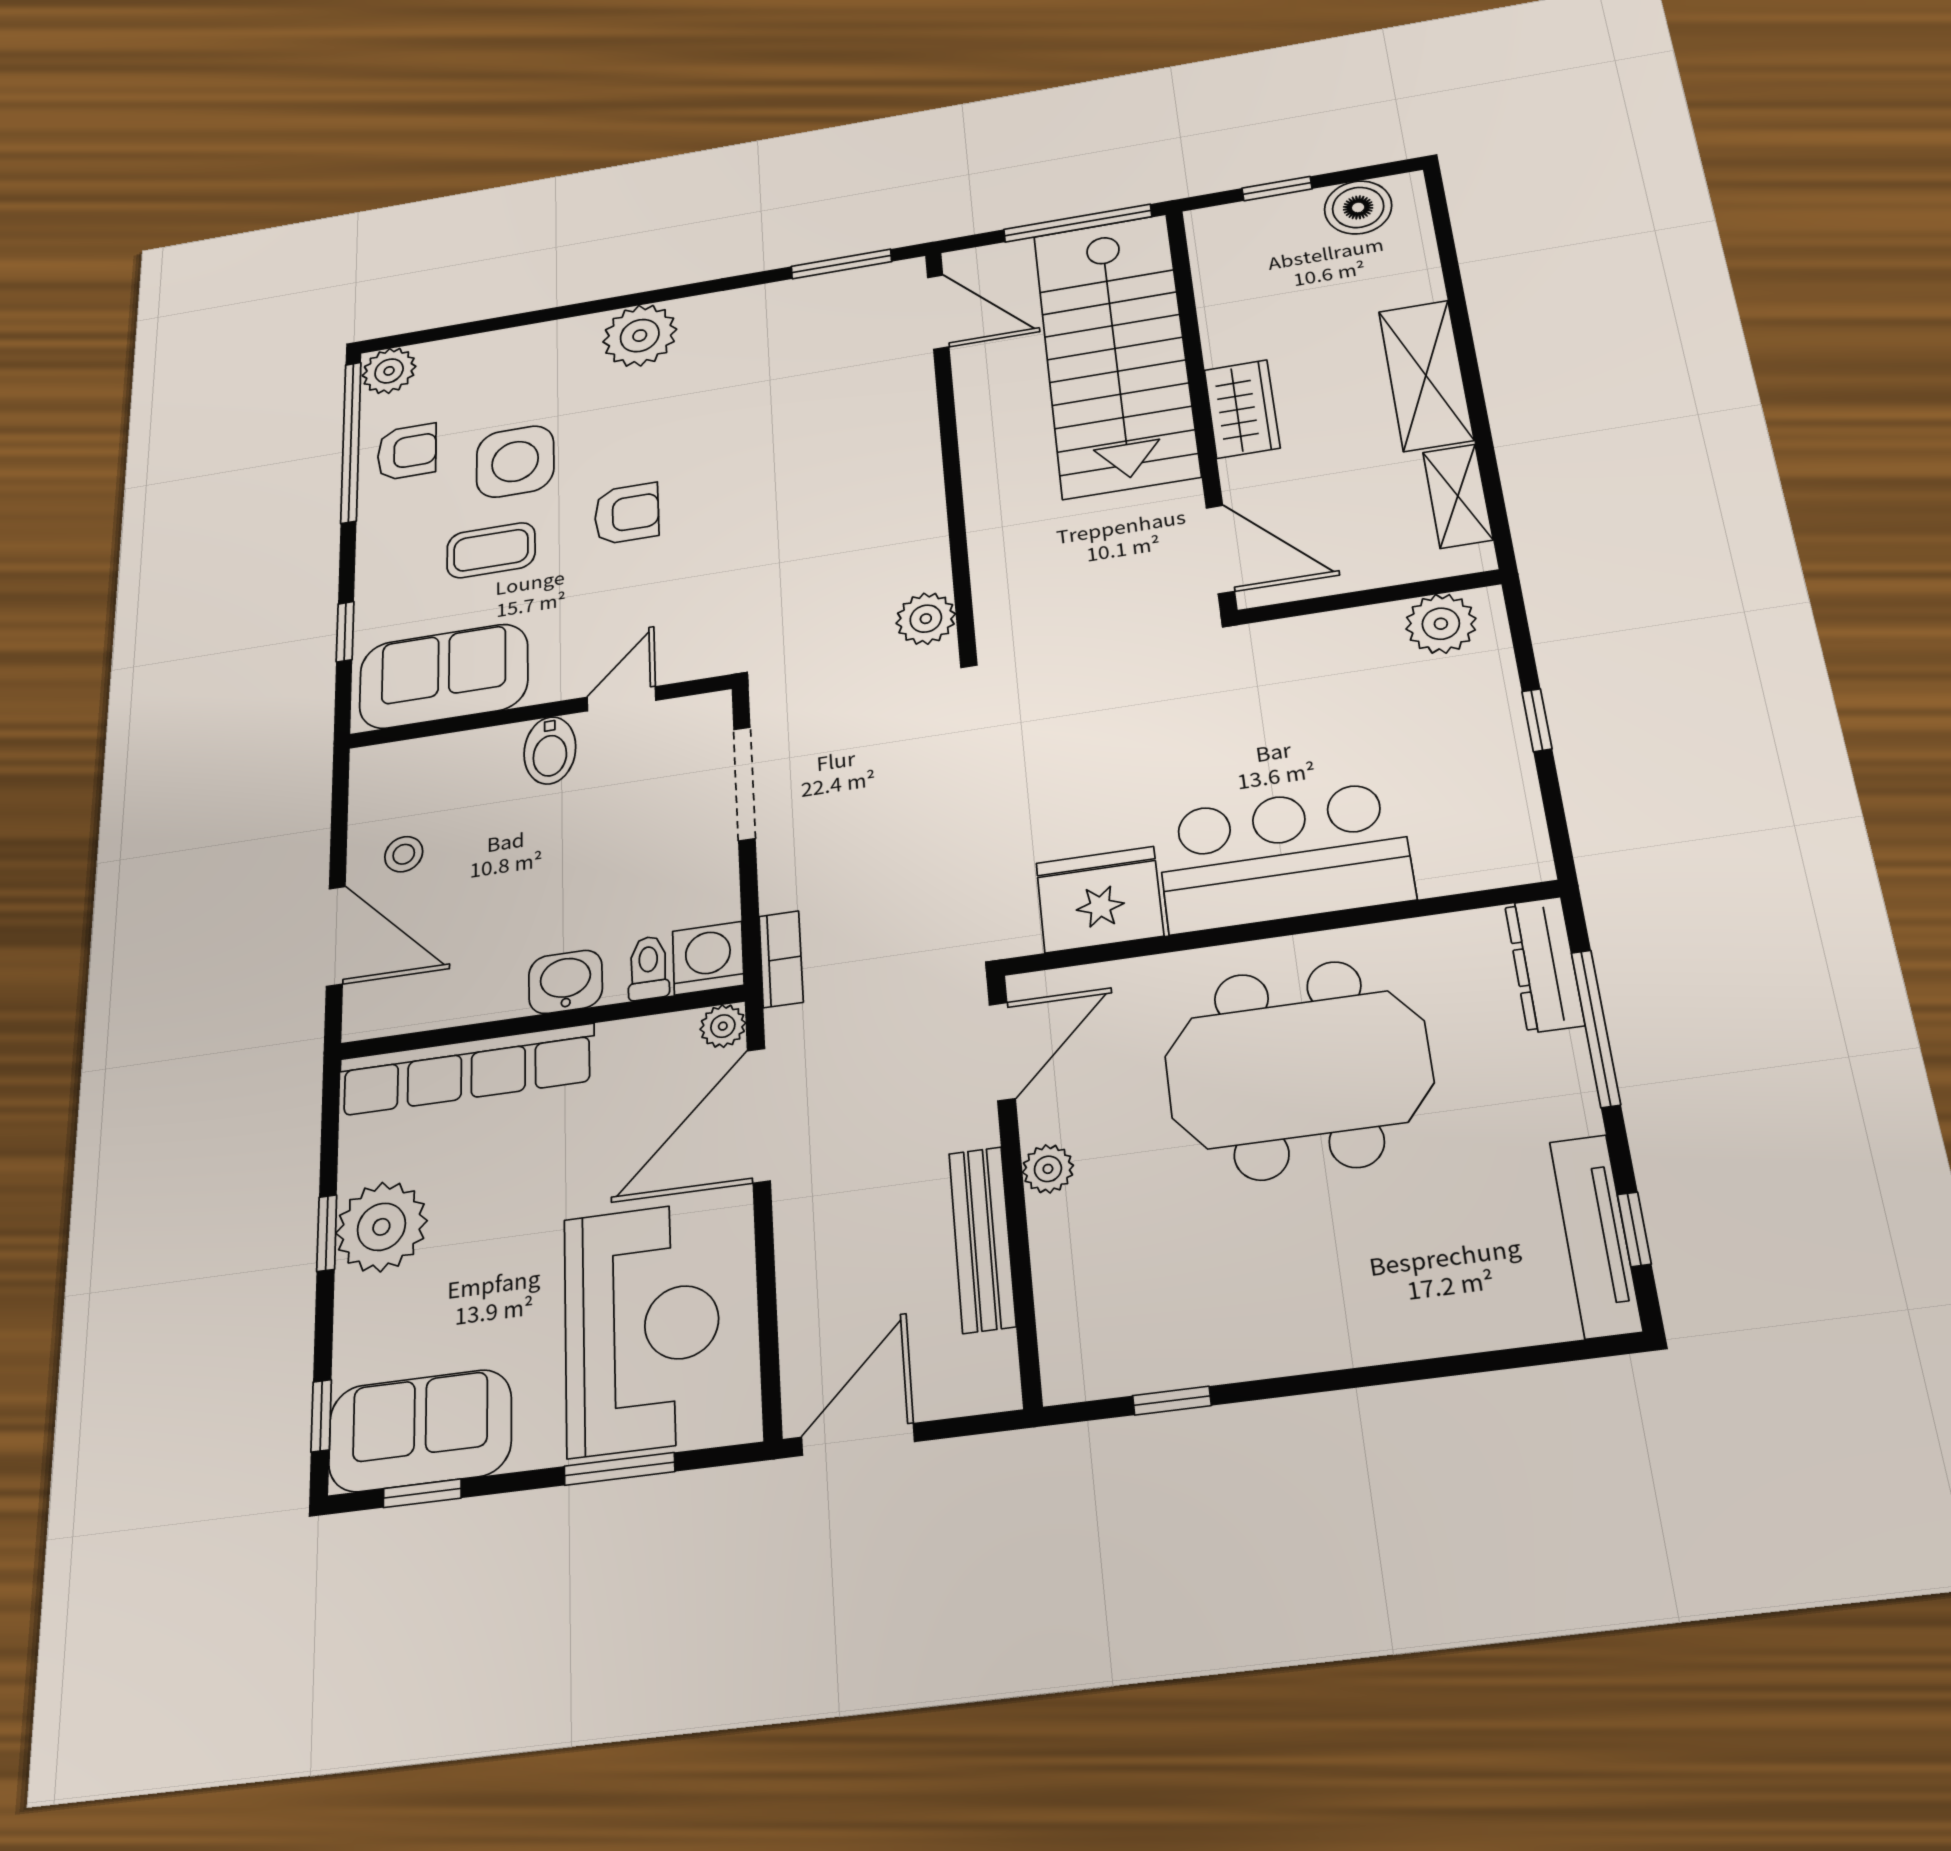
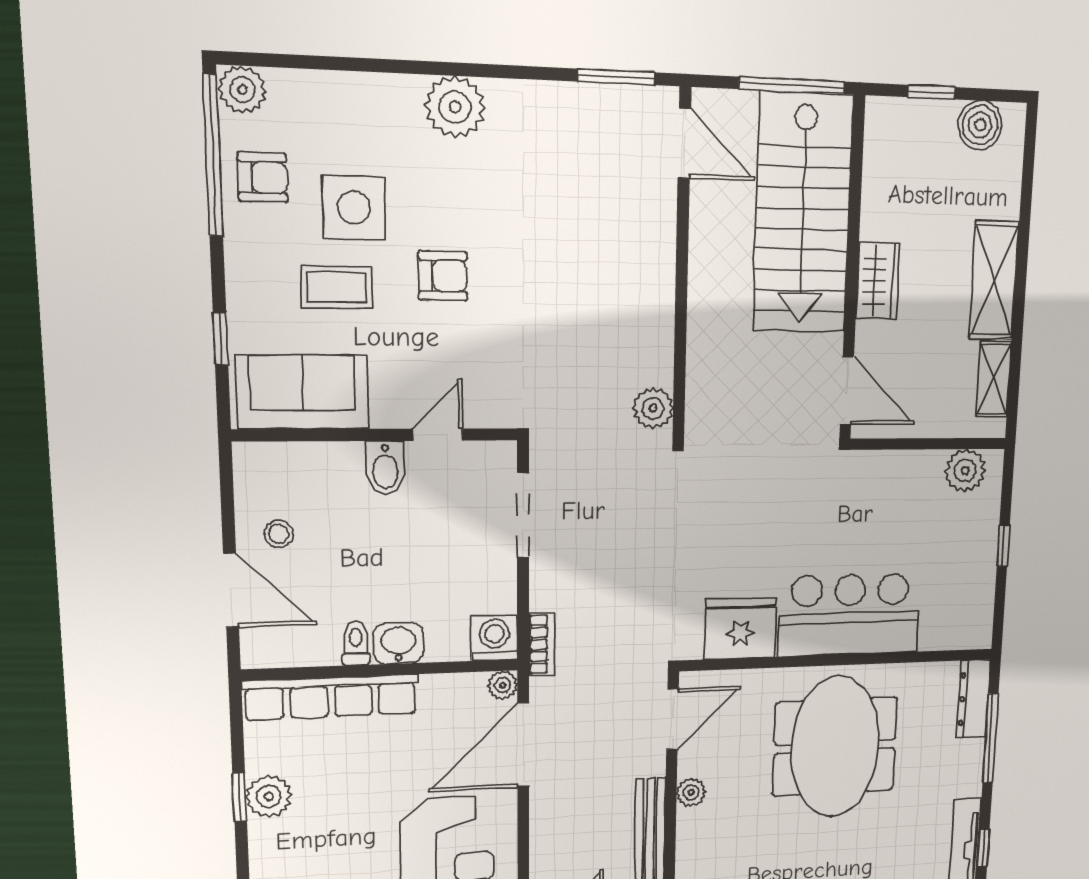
toilet: (648, 968) -> (356, 643), moved
meeting table: (1298, 1069) -> (835, 747), turned 90
plant: (381, 1227) -> (269, 796), width x0.73, depth x0.73

